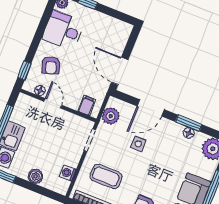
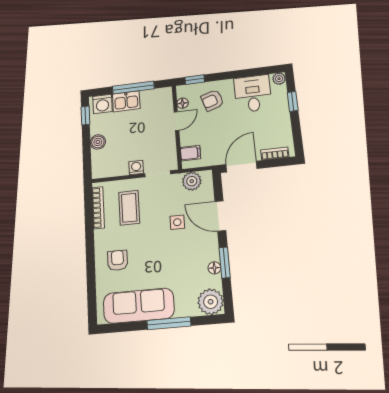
bookcase: (123, 40) -> (275, 154), added
washing machine: (68, 173) -> (136, 167), moved

